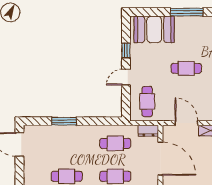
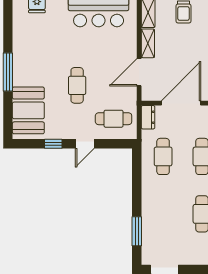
cafe table: (186, 68) -> (77, 85), moved
door: (126, 77) -> (85, 144), hinge flipped
window: (64, 121) -> (137, 231), moved

